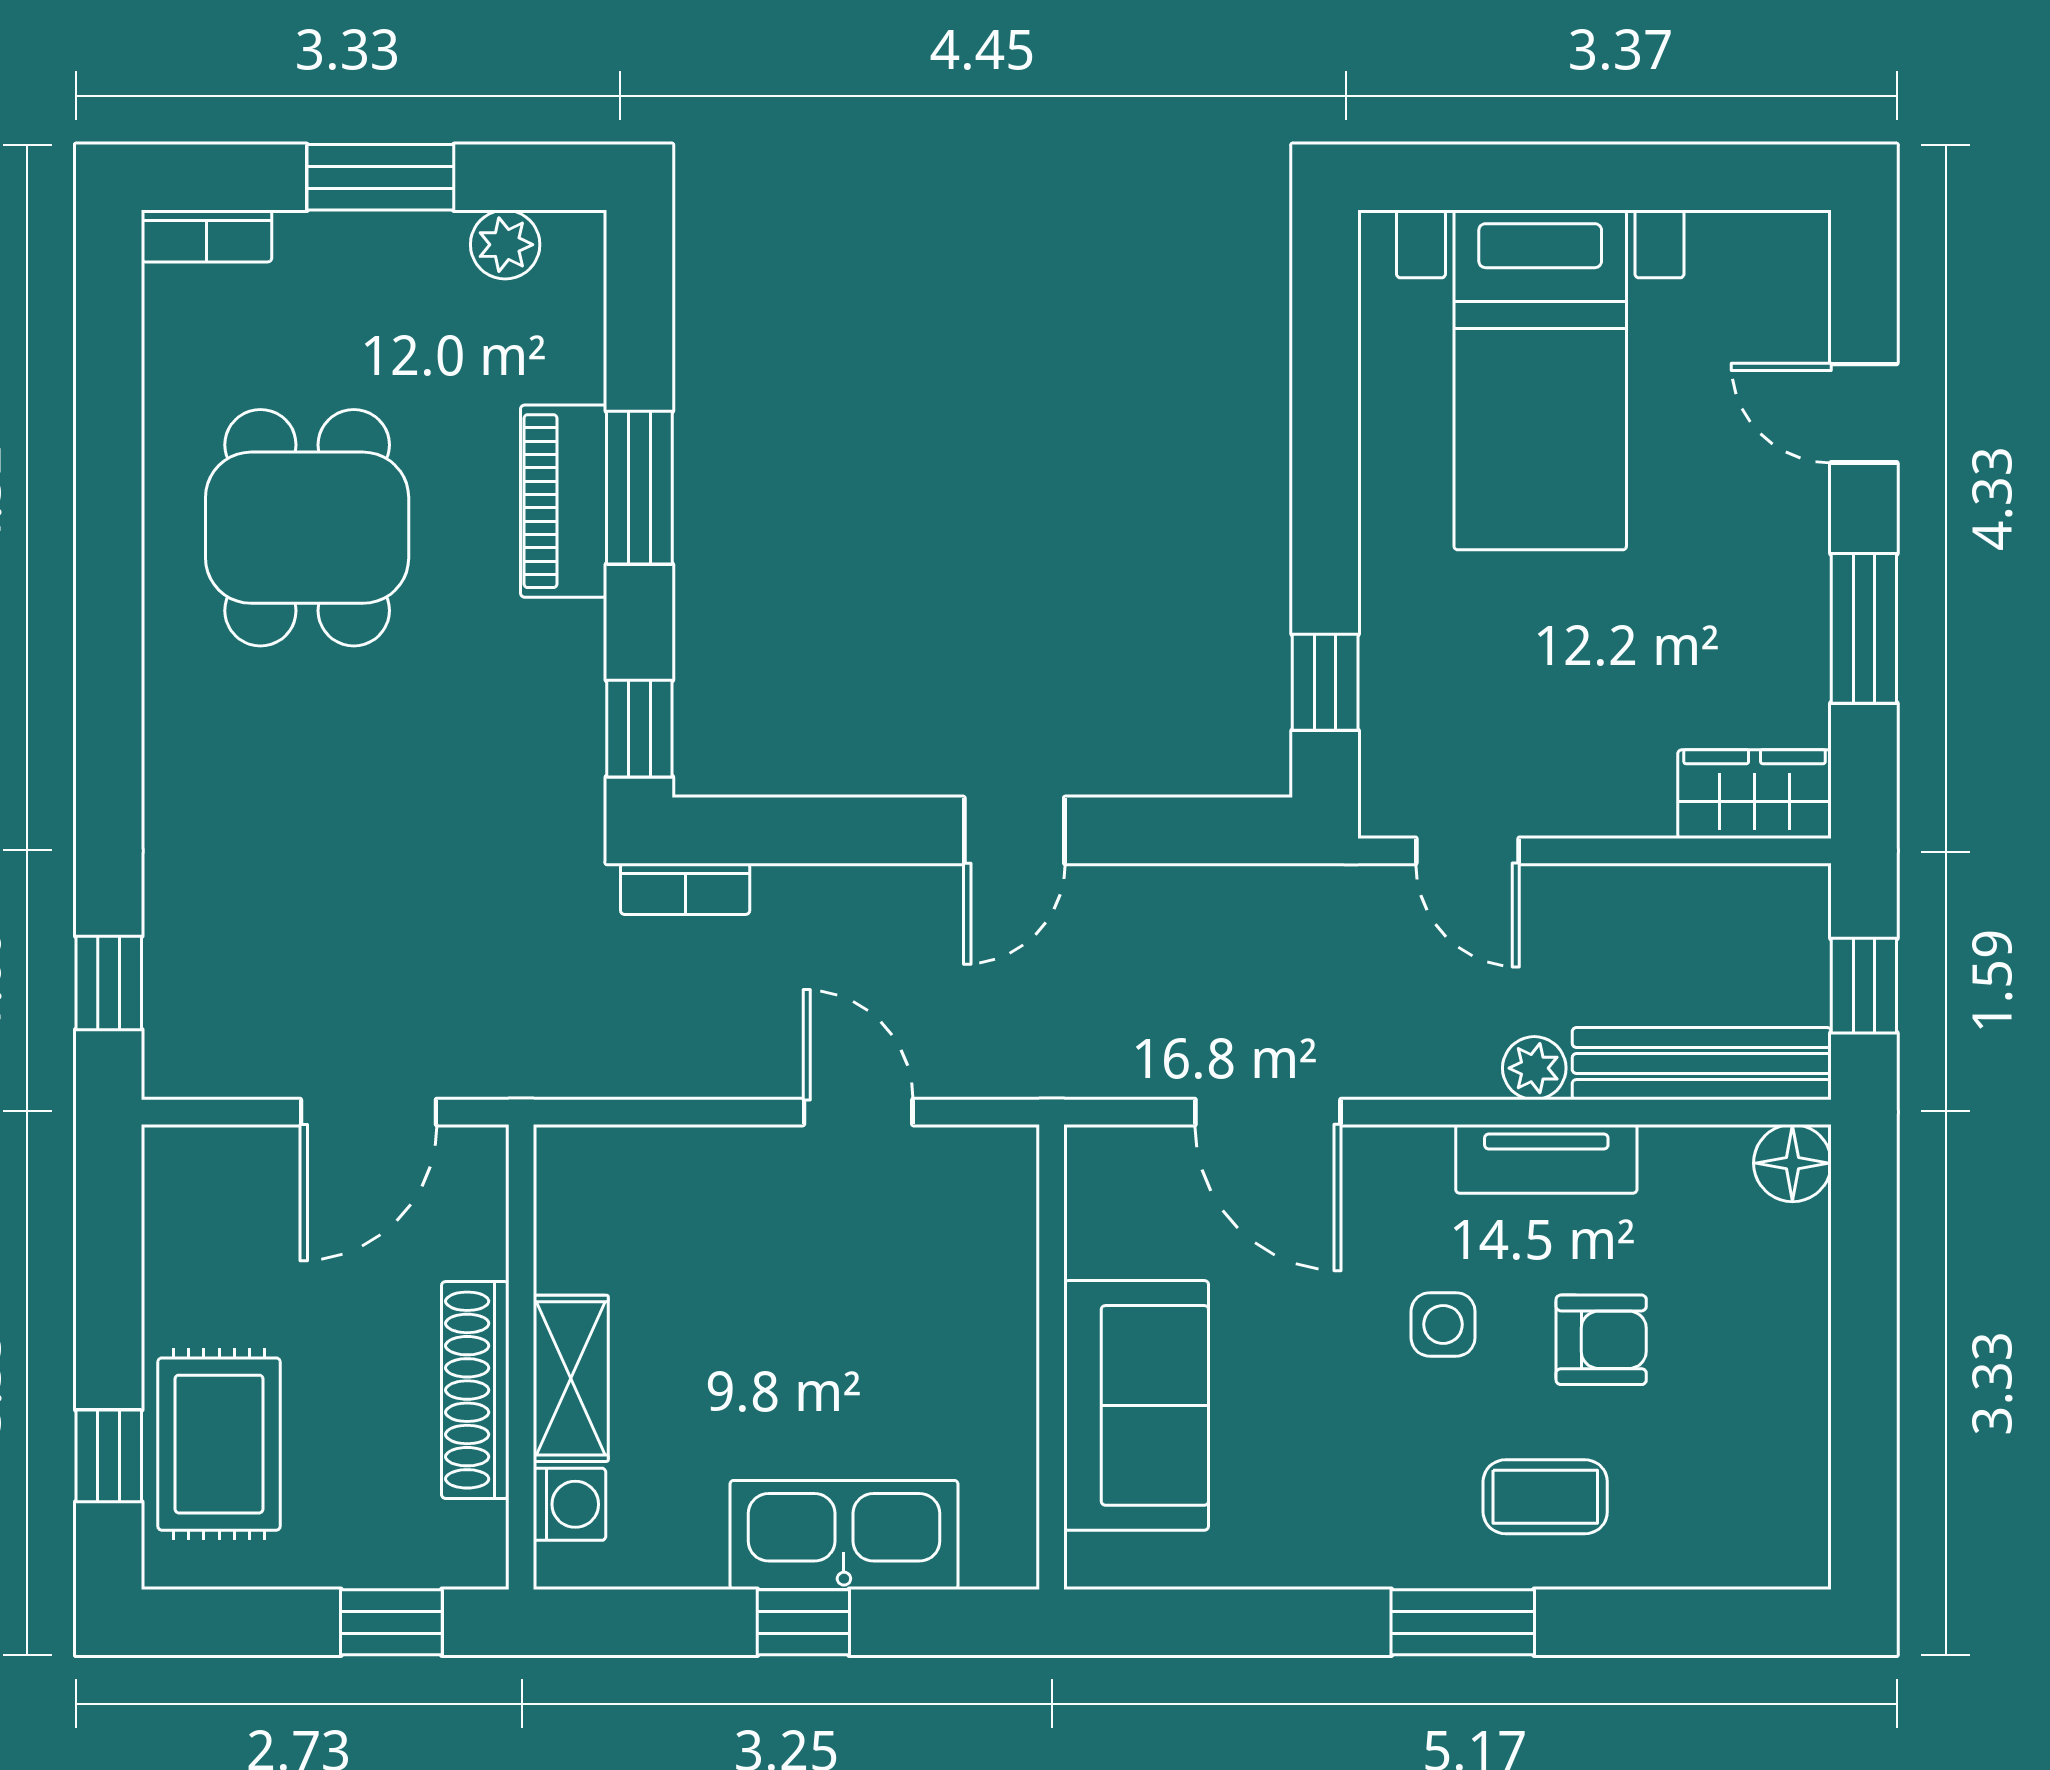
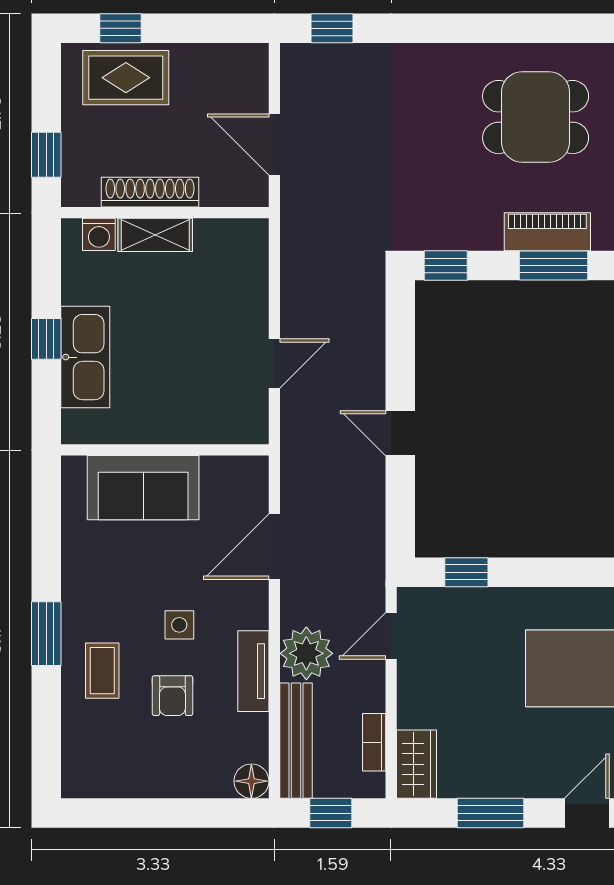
bookcase: (685, 889) -> (374, 742), moved
plant: (1534, 1068) -> (306, 653), width x1.88, depth x1.88

